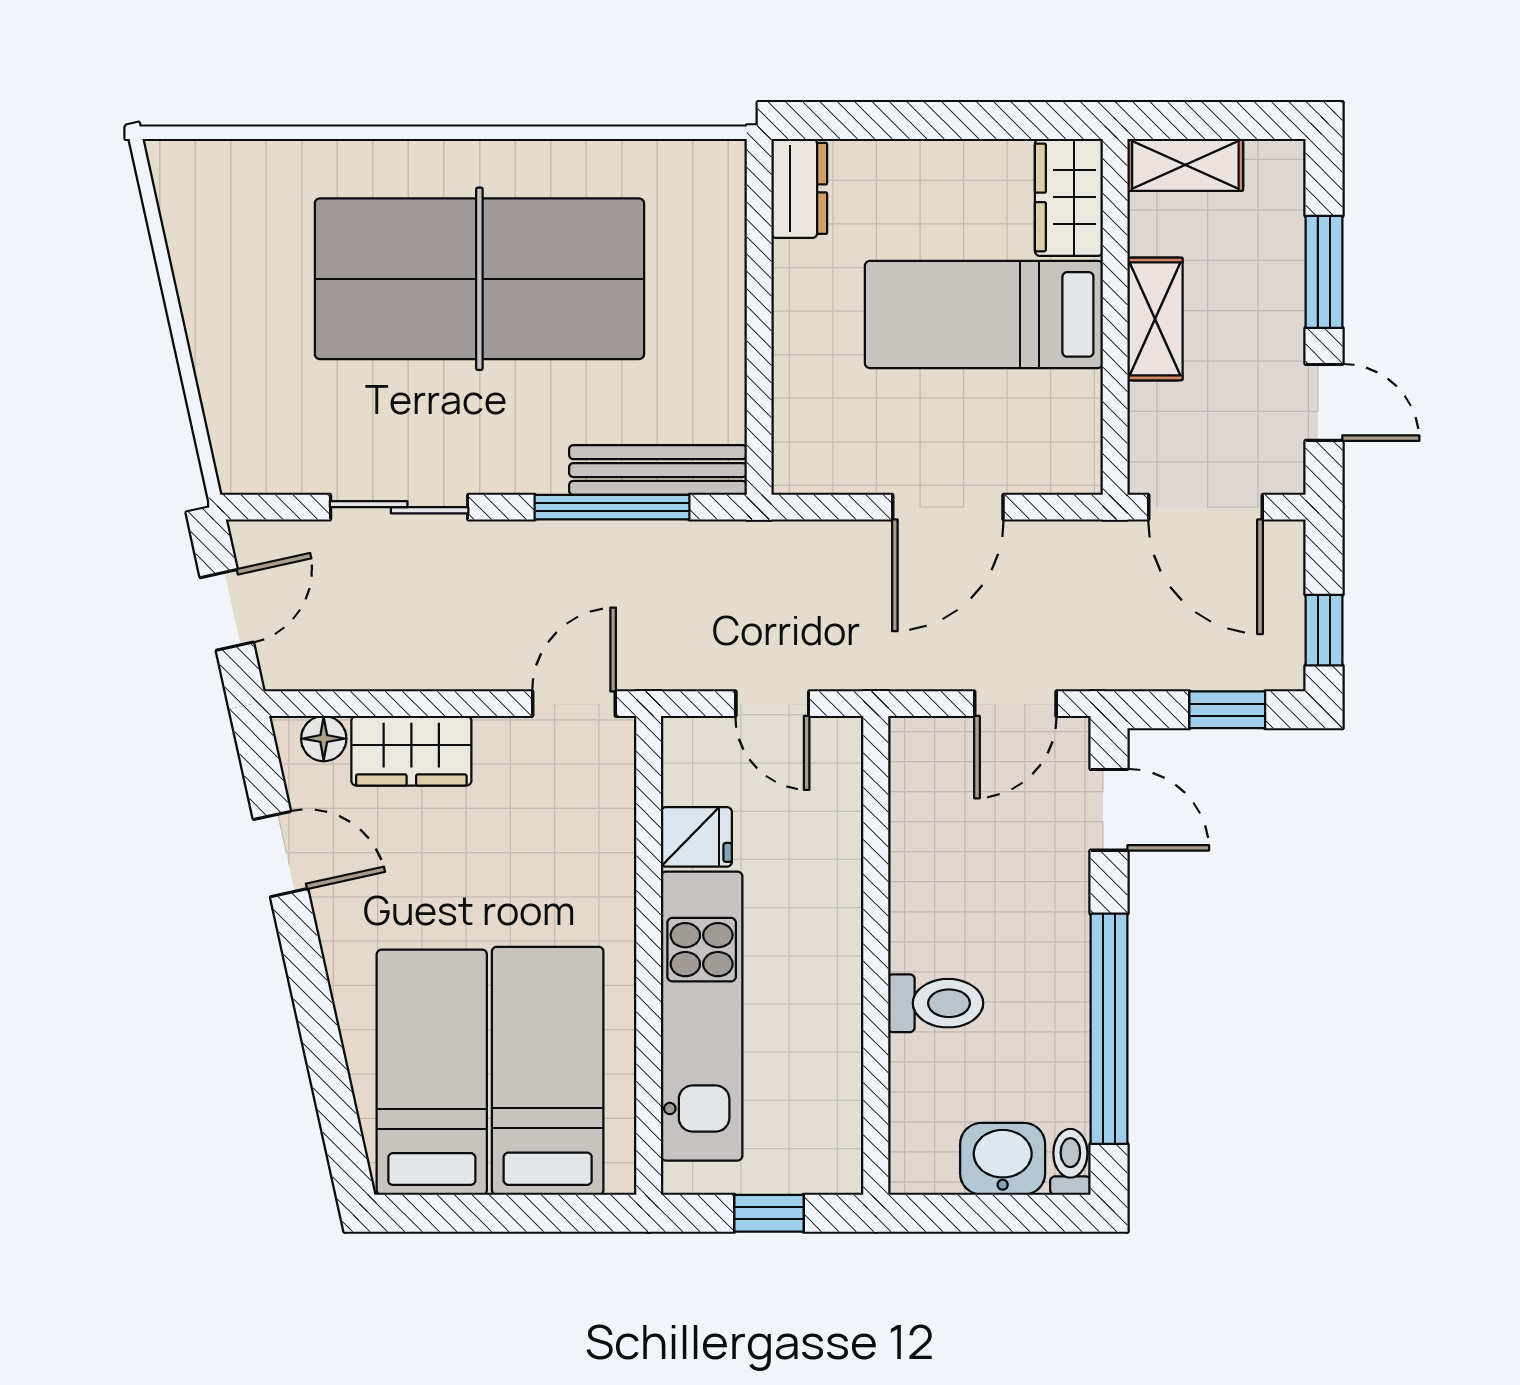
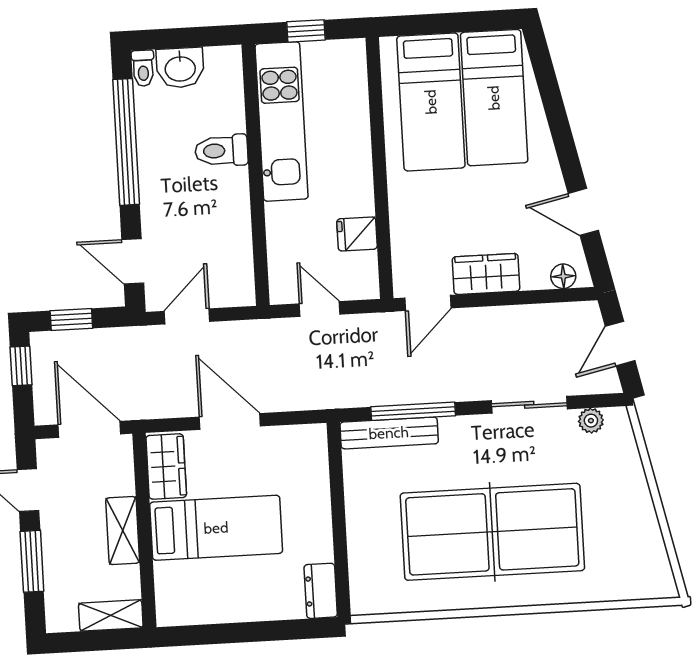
wardrobe: (1069, 197) -> (166, 466), moved
plant: (288, 472) -> (591, 421), added
door: (948, 507) -> (230, 421), hinge flipped
wardrobe: (411, 751) -> (486, 274), moved
kitchen unit: (702, 1016) -> (282, 121), moved, turned 180

